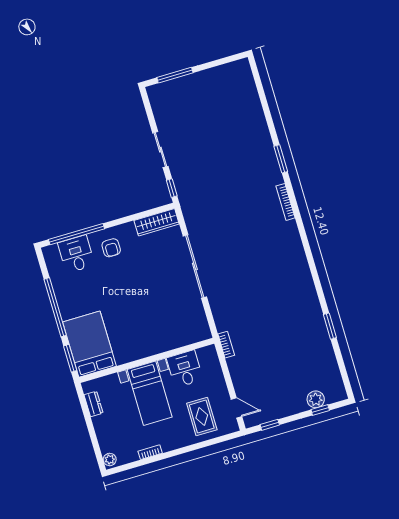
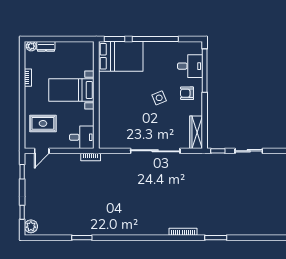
side table: (127, 281) -> (159, 98), added
desk: (185, 369) -> (82, 137), moved
plant: (316, 399) -> (31, 226), moved
dresser: (94, 404) -> (46, 46), moved

